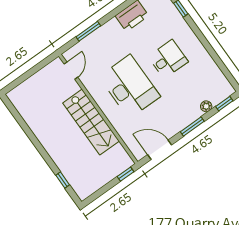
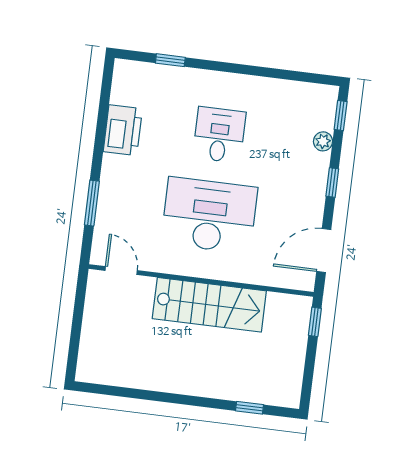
window: (192, 126) -> (332, 182), width x0.67

